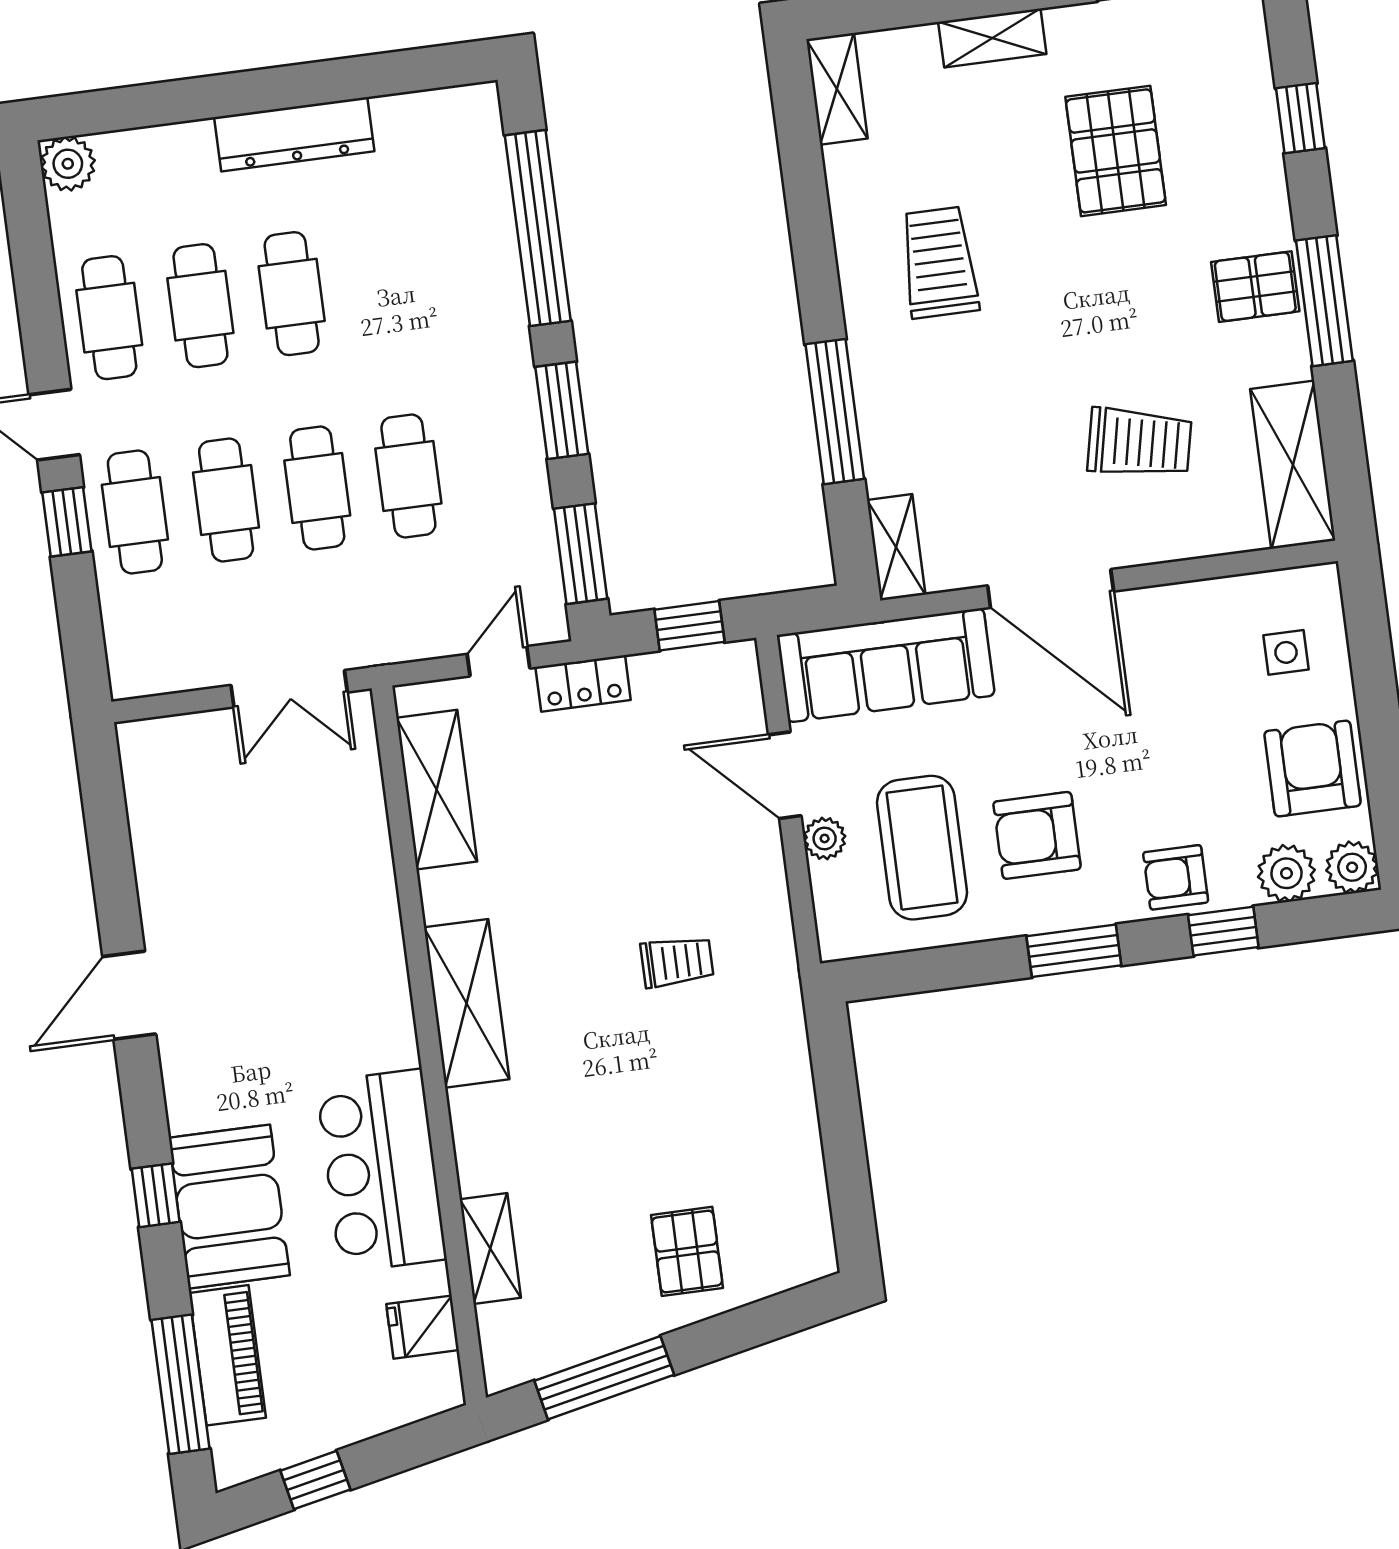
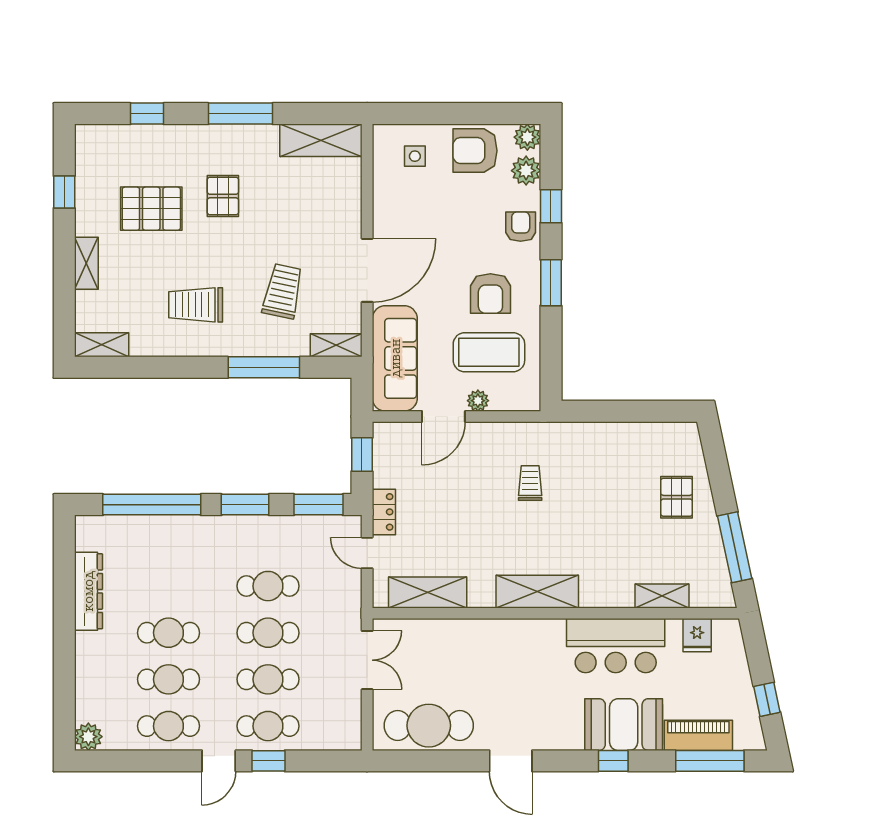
dresser: (294, 134) -> (88, 591), moved
pallet: (1255, 287) -> (223, 196), moved
trolley: (1139, 443) -> (283, 291), moved
cafe table: (177, 826) -> (429, 726), added
armchair: (1176, 877) -> (521, 227), turned 180
pallet: (687, 1251) -> (677, 497), turned 90

